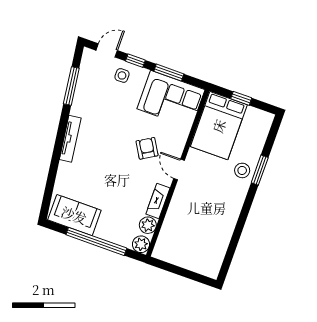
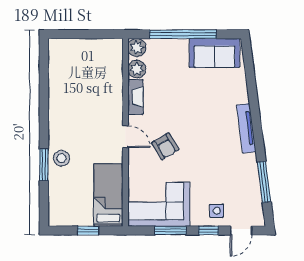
bed: (219, 126) -> (108, 195), width x0.67

